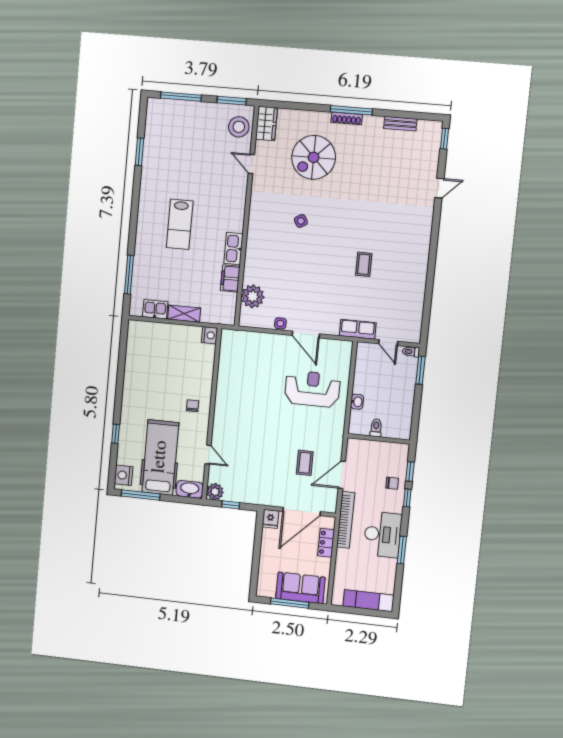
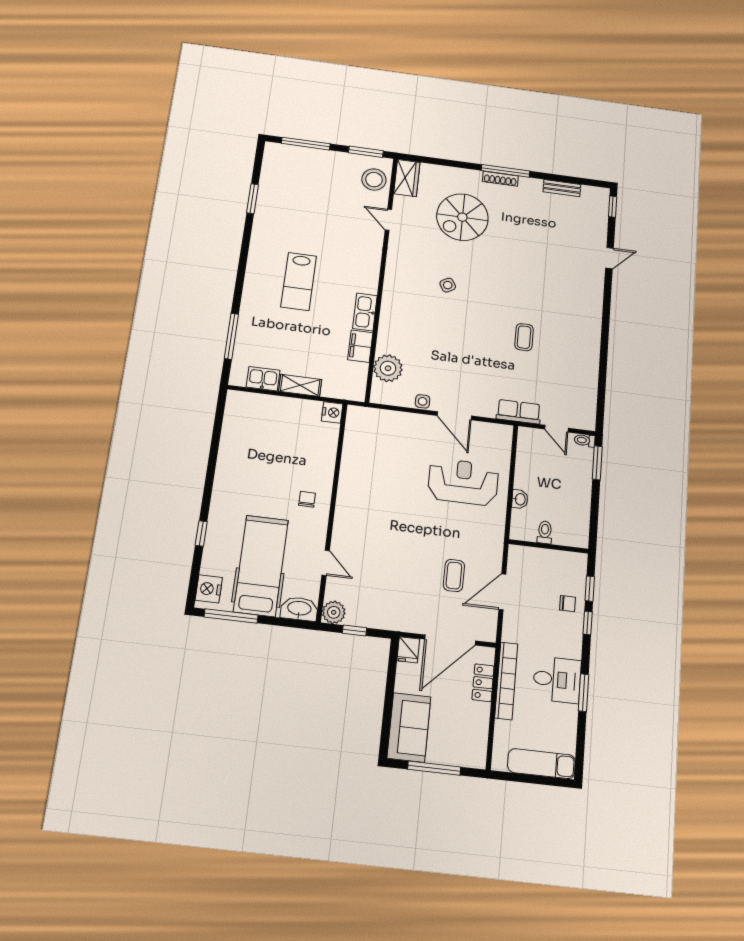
bookcase: (346, 520) -> (506, 681), moved
desk: (383, 534) -> (557, 680), width x0.73
sofa: (300, 588) -> (409, 727), moved, turned 90

